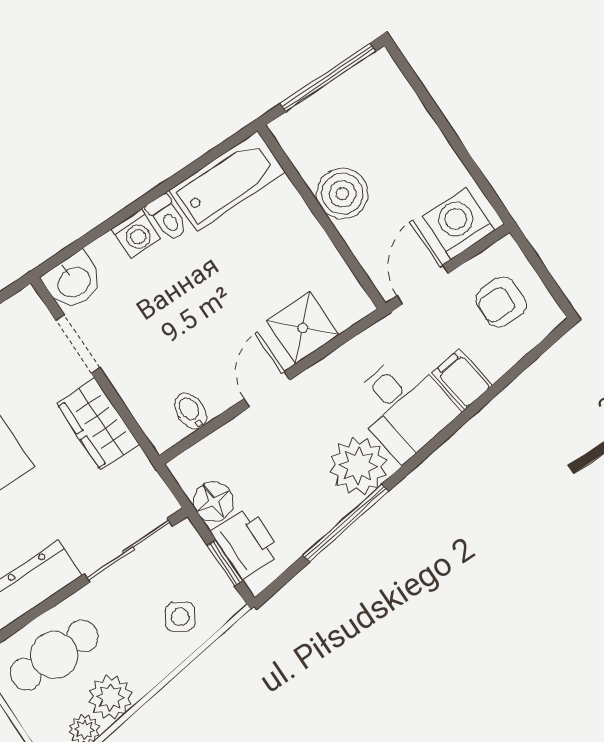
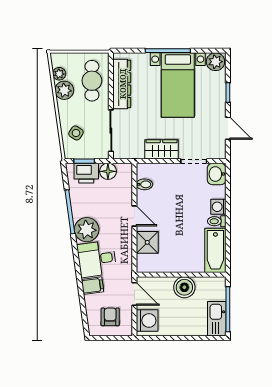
kitchen sink: (362, 87) -> (217, 319), added

